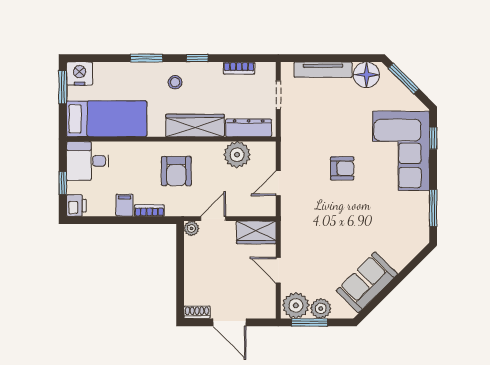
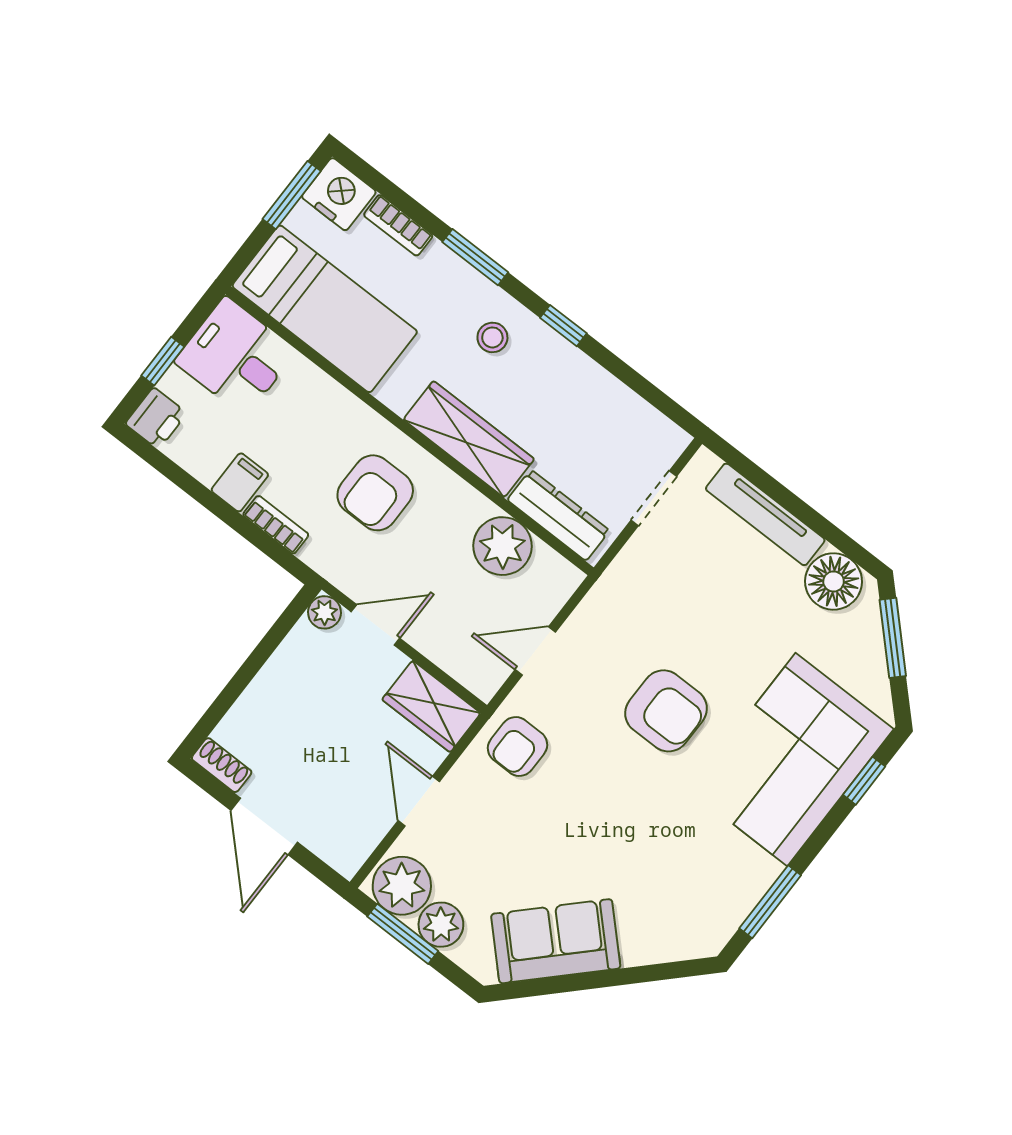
bookcase: (239, 68) -> (398, 225), moved
armchair: (342, 168) -> (666, 711), width x1.38, depth x1.38
armchair: (299, 223) -> (518, 746), added

